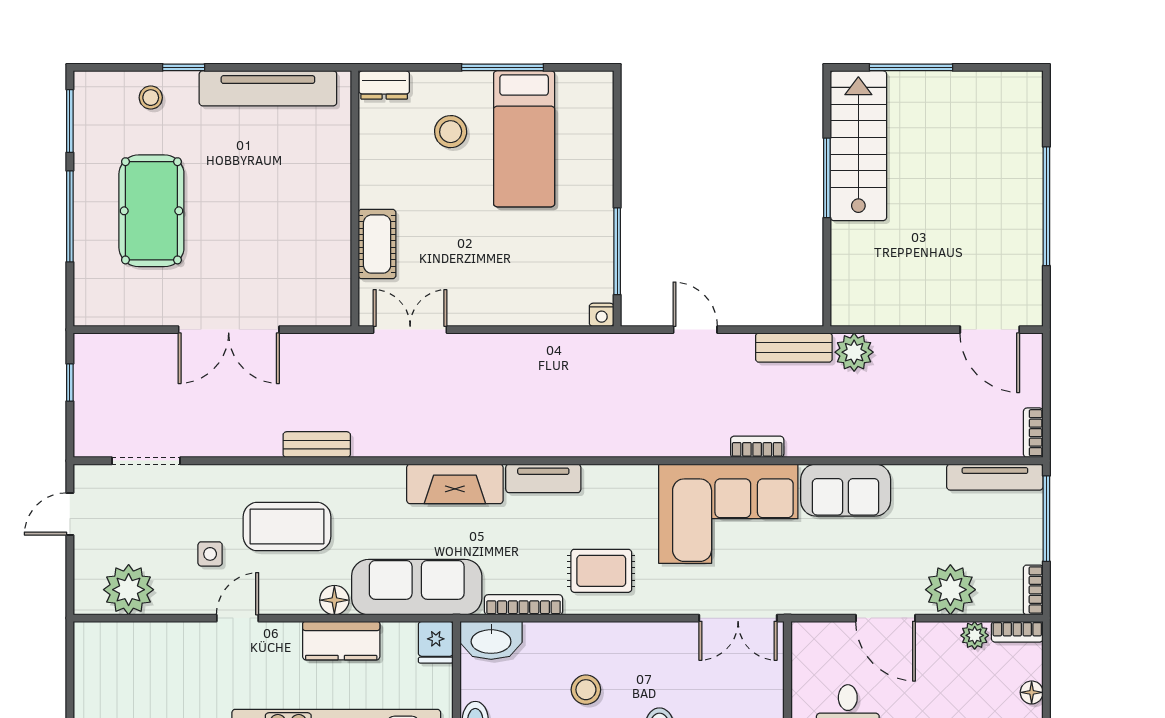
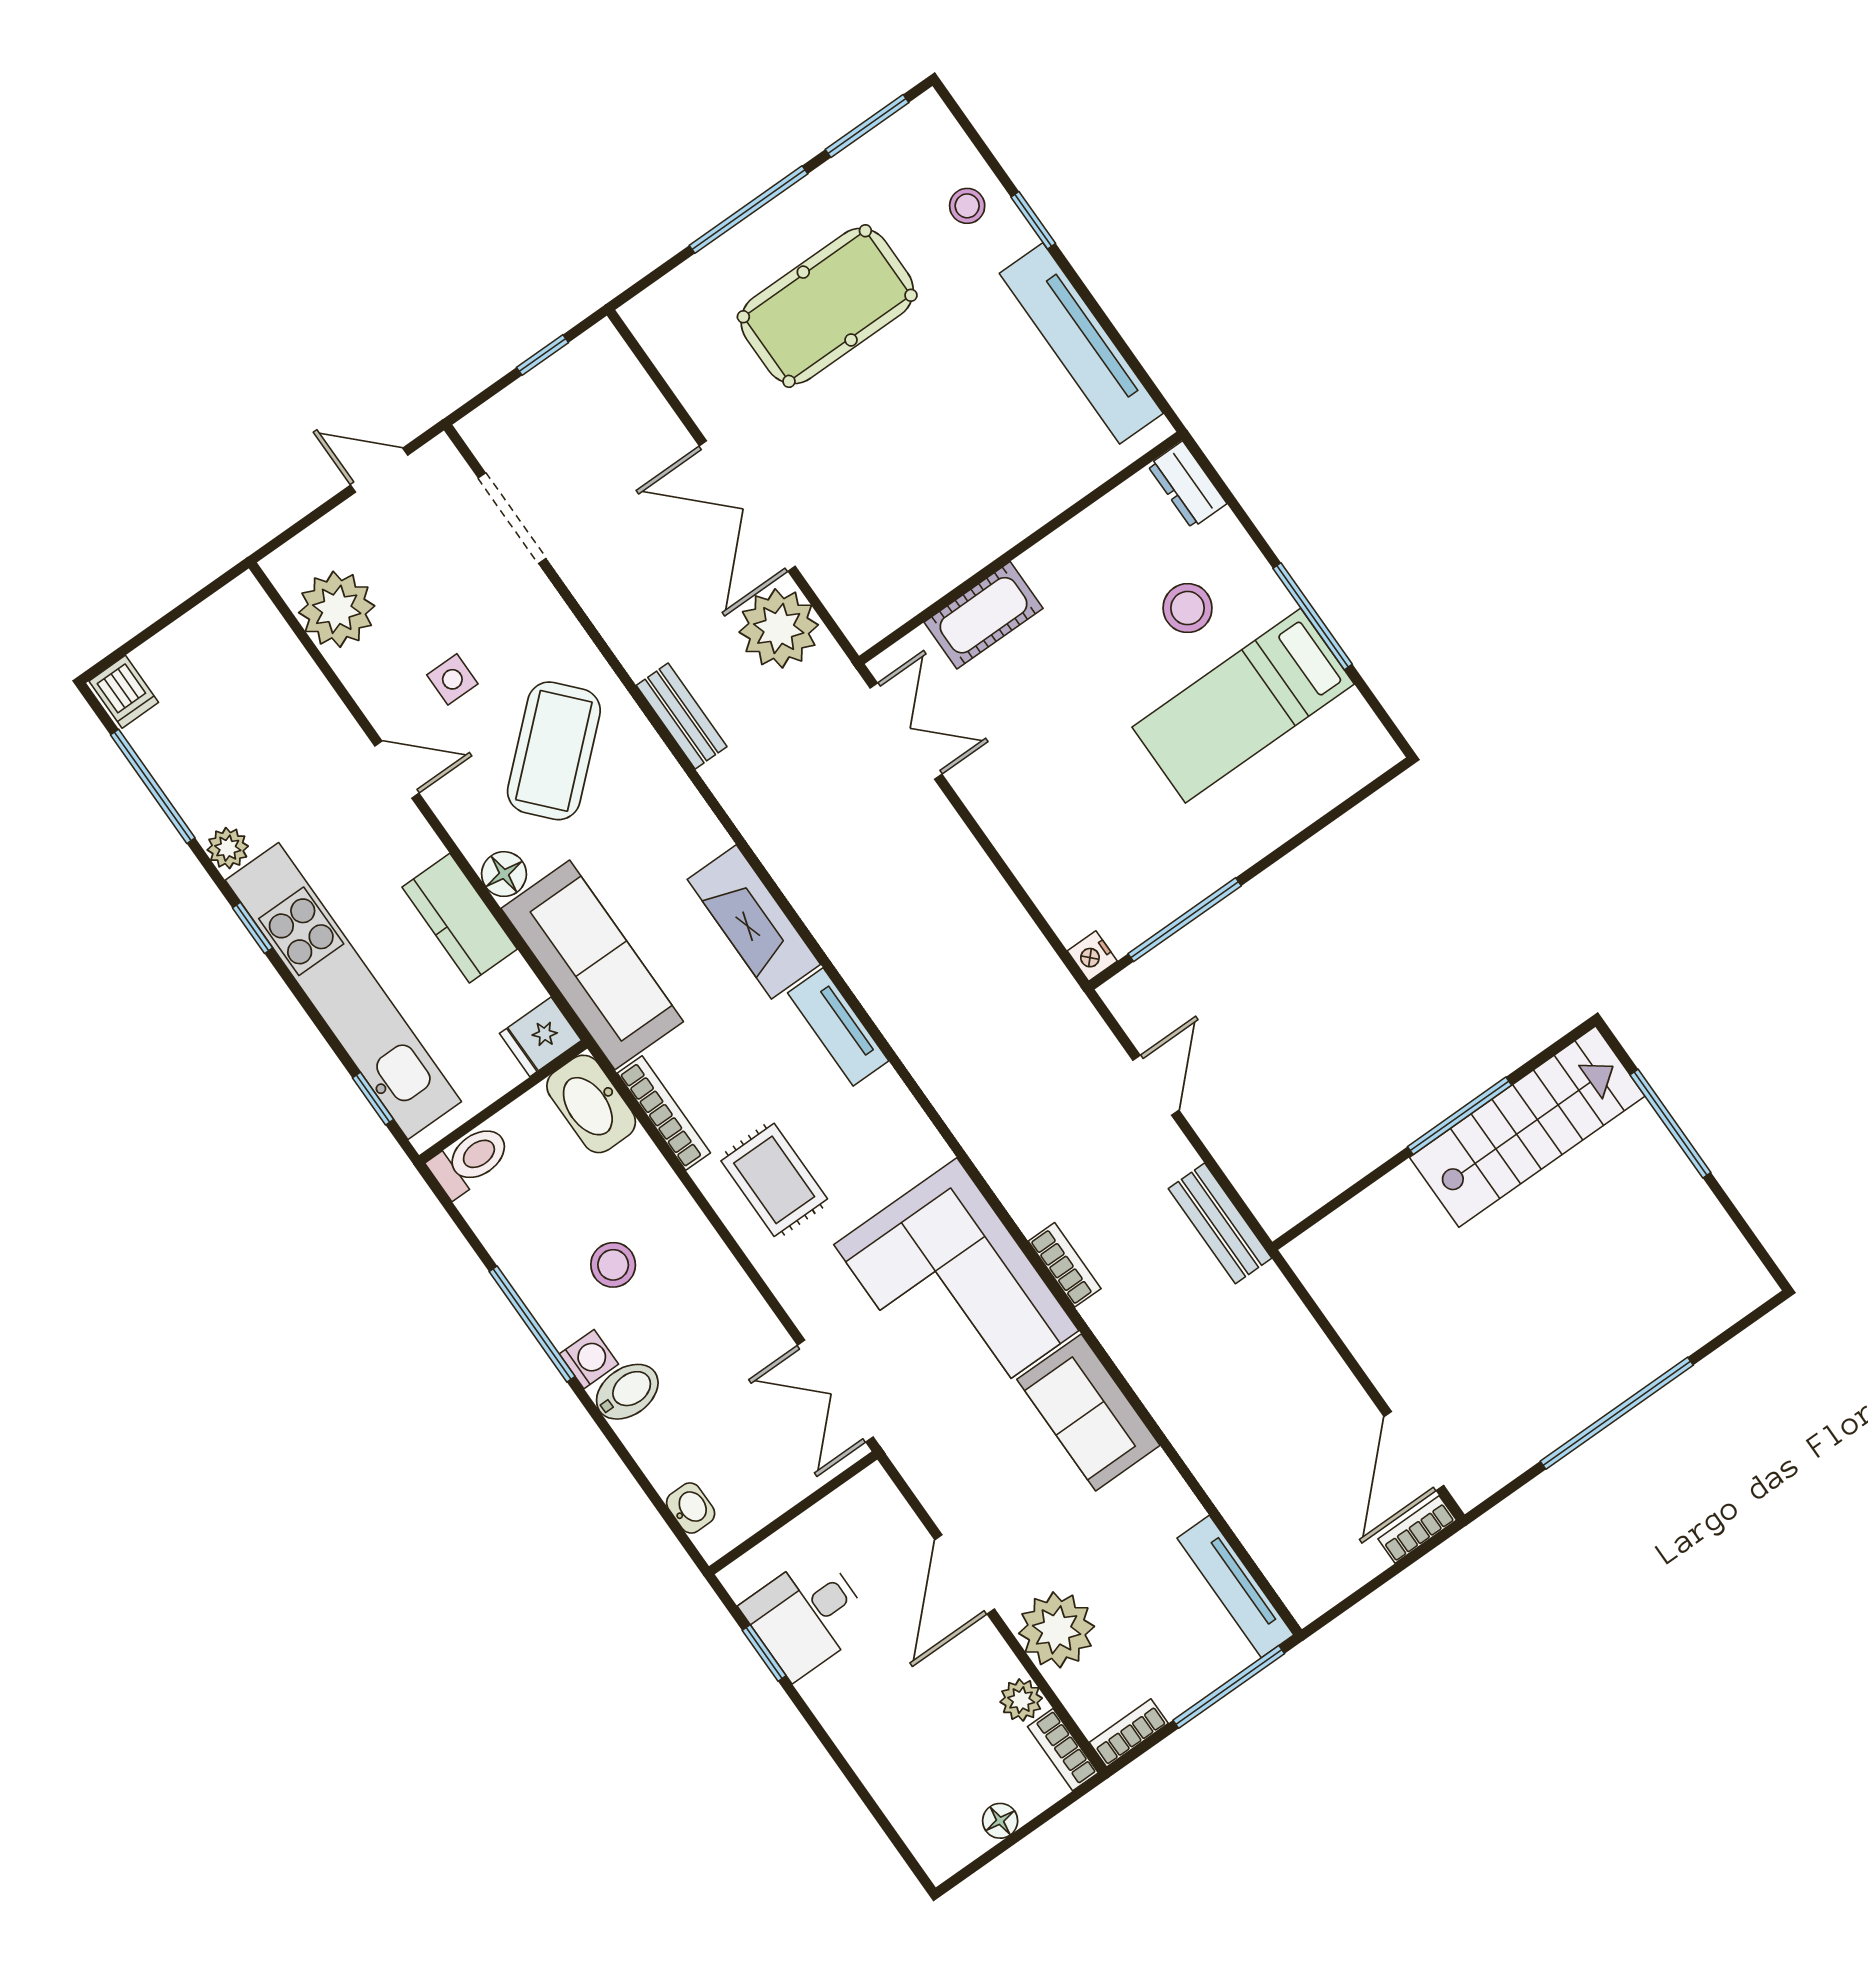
plant: (854, 352) -> (779, 628), moved, width x1.36, depth x1.36
bookcase: (1033, 433) -> (1417, 1530), moved
coffee table: (287, 527) -> (554, 751), turned 48

